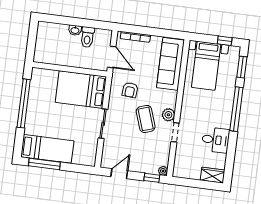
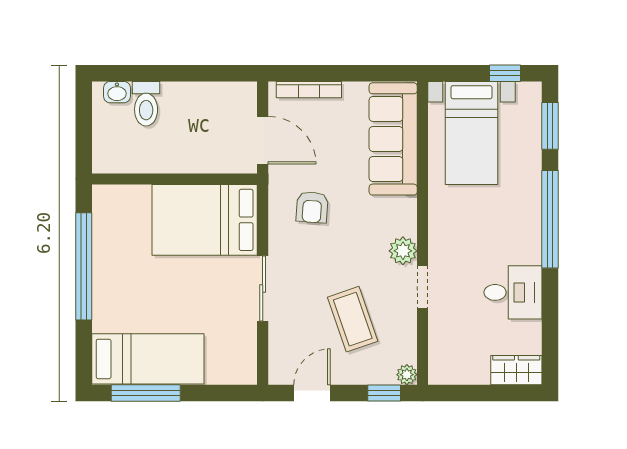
washbasin: (75, 30) -> (117, 92), moved
toilet: (87, 37) -> (146, 104), moved
coffee table: (146, 119) -> (353, 319), moved

